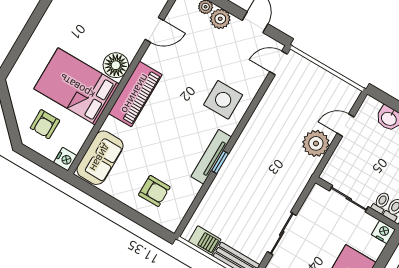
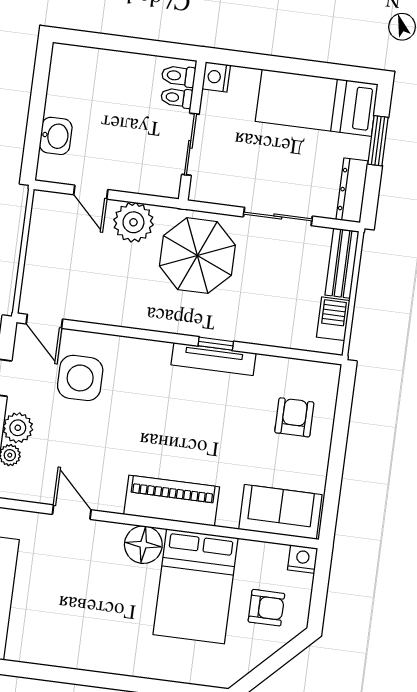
side table: (223, 100) -> (80, 378), moved
parasol: (279, 174) -> (197, 256), added

